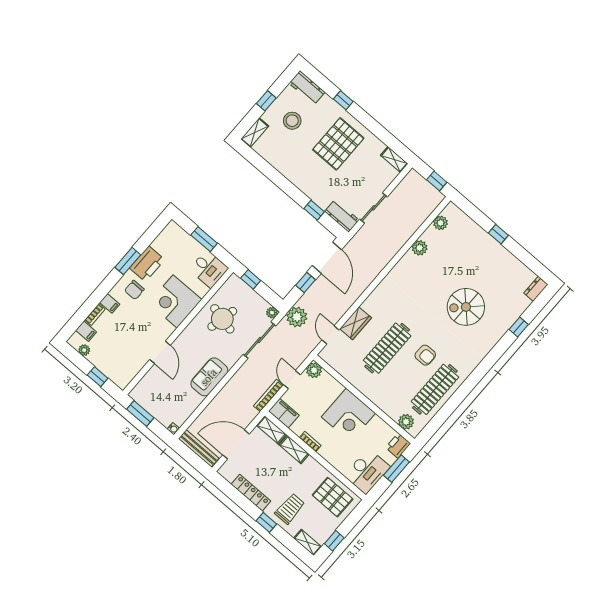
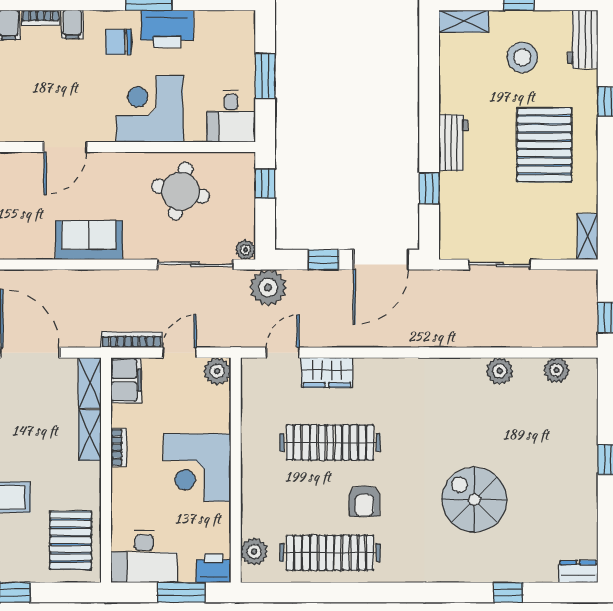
pallet: (338, 144) -> (544, 145), turned 90
workbench: (342, 216) -> (453, 143), moved

